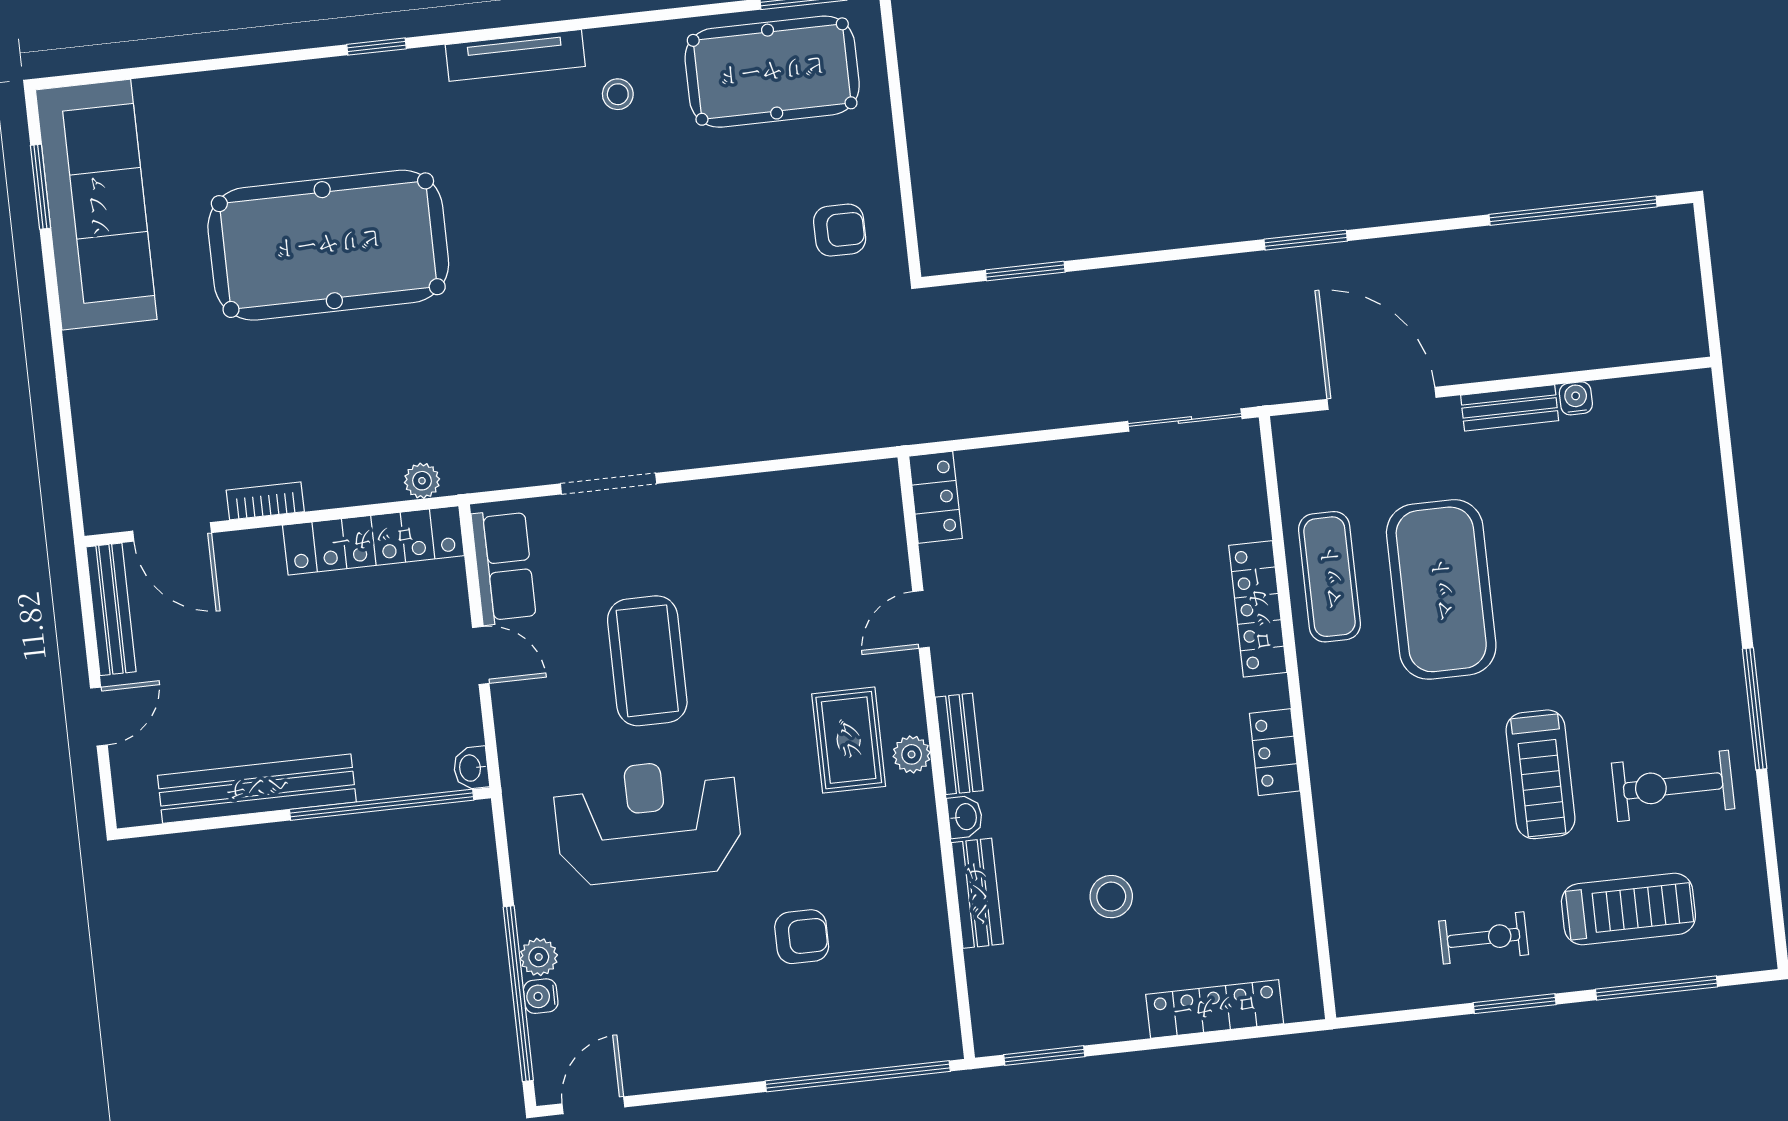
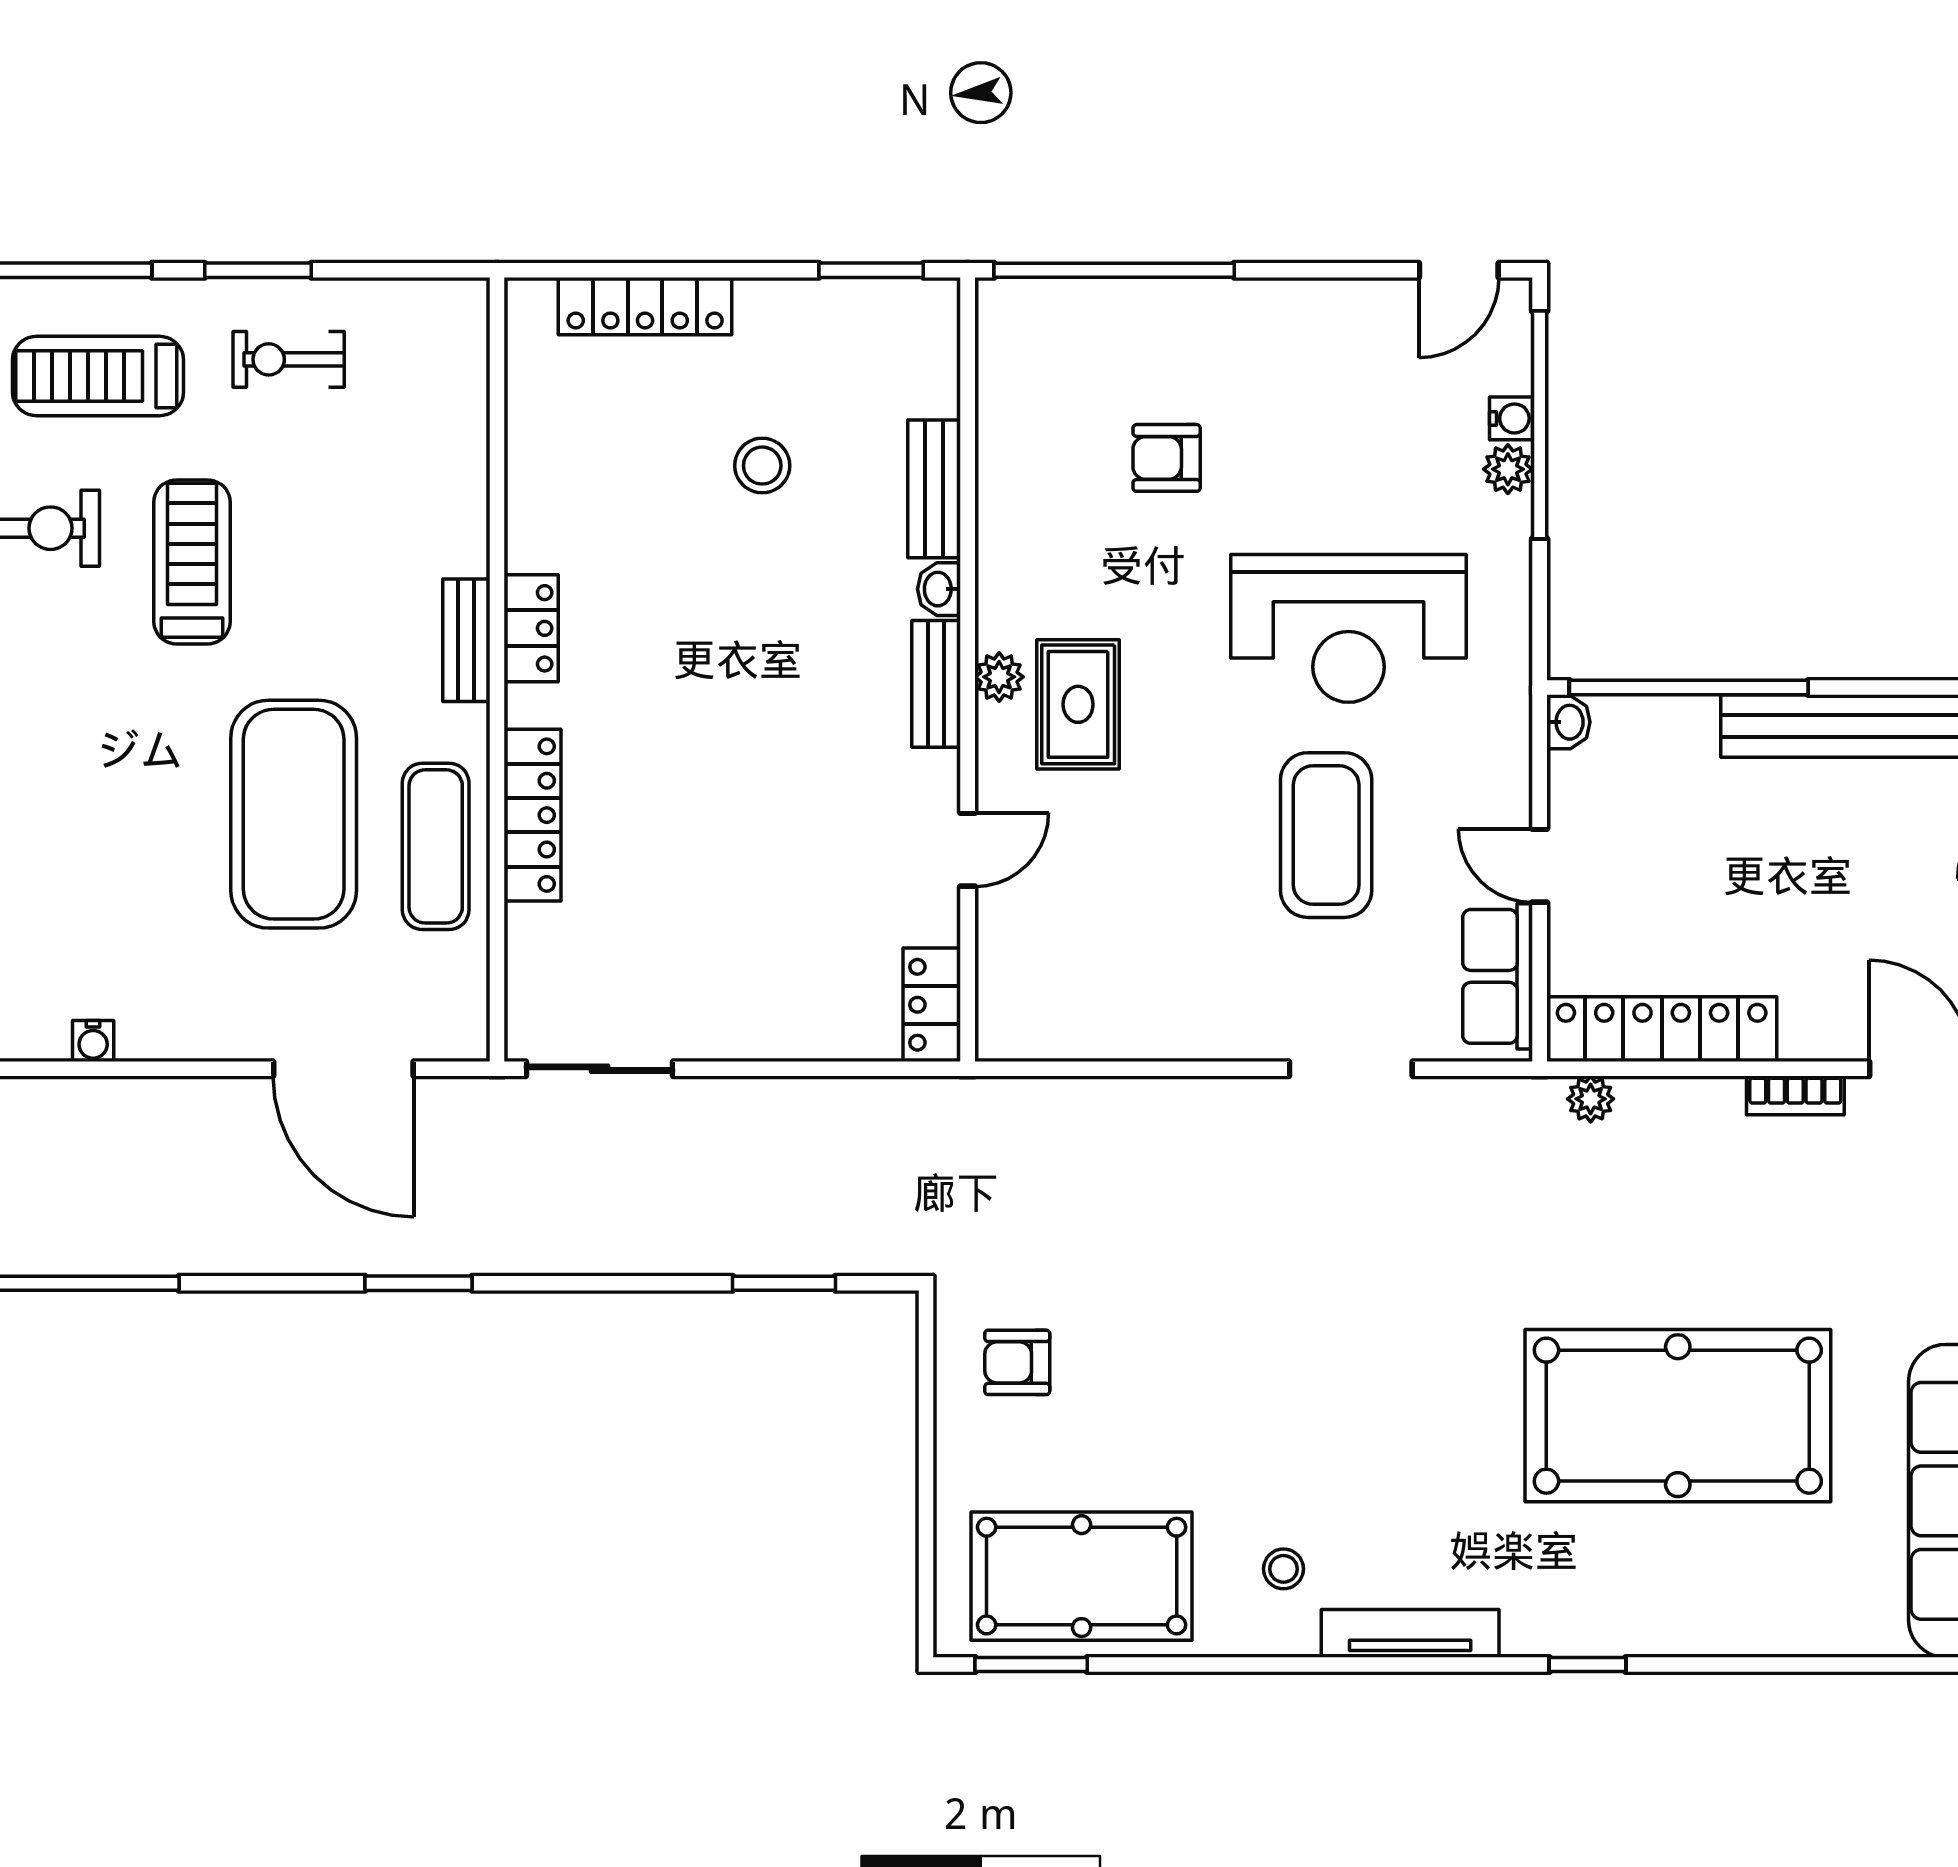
bench: (1510, 408) -> (466, 640), moved, turned 90

